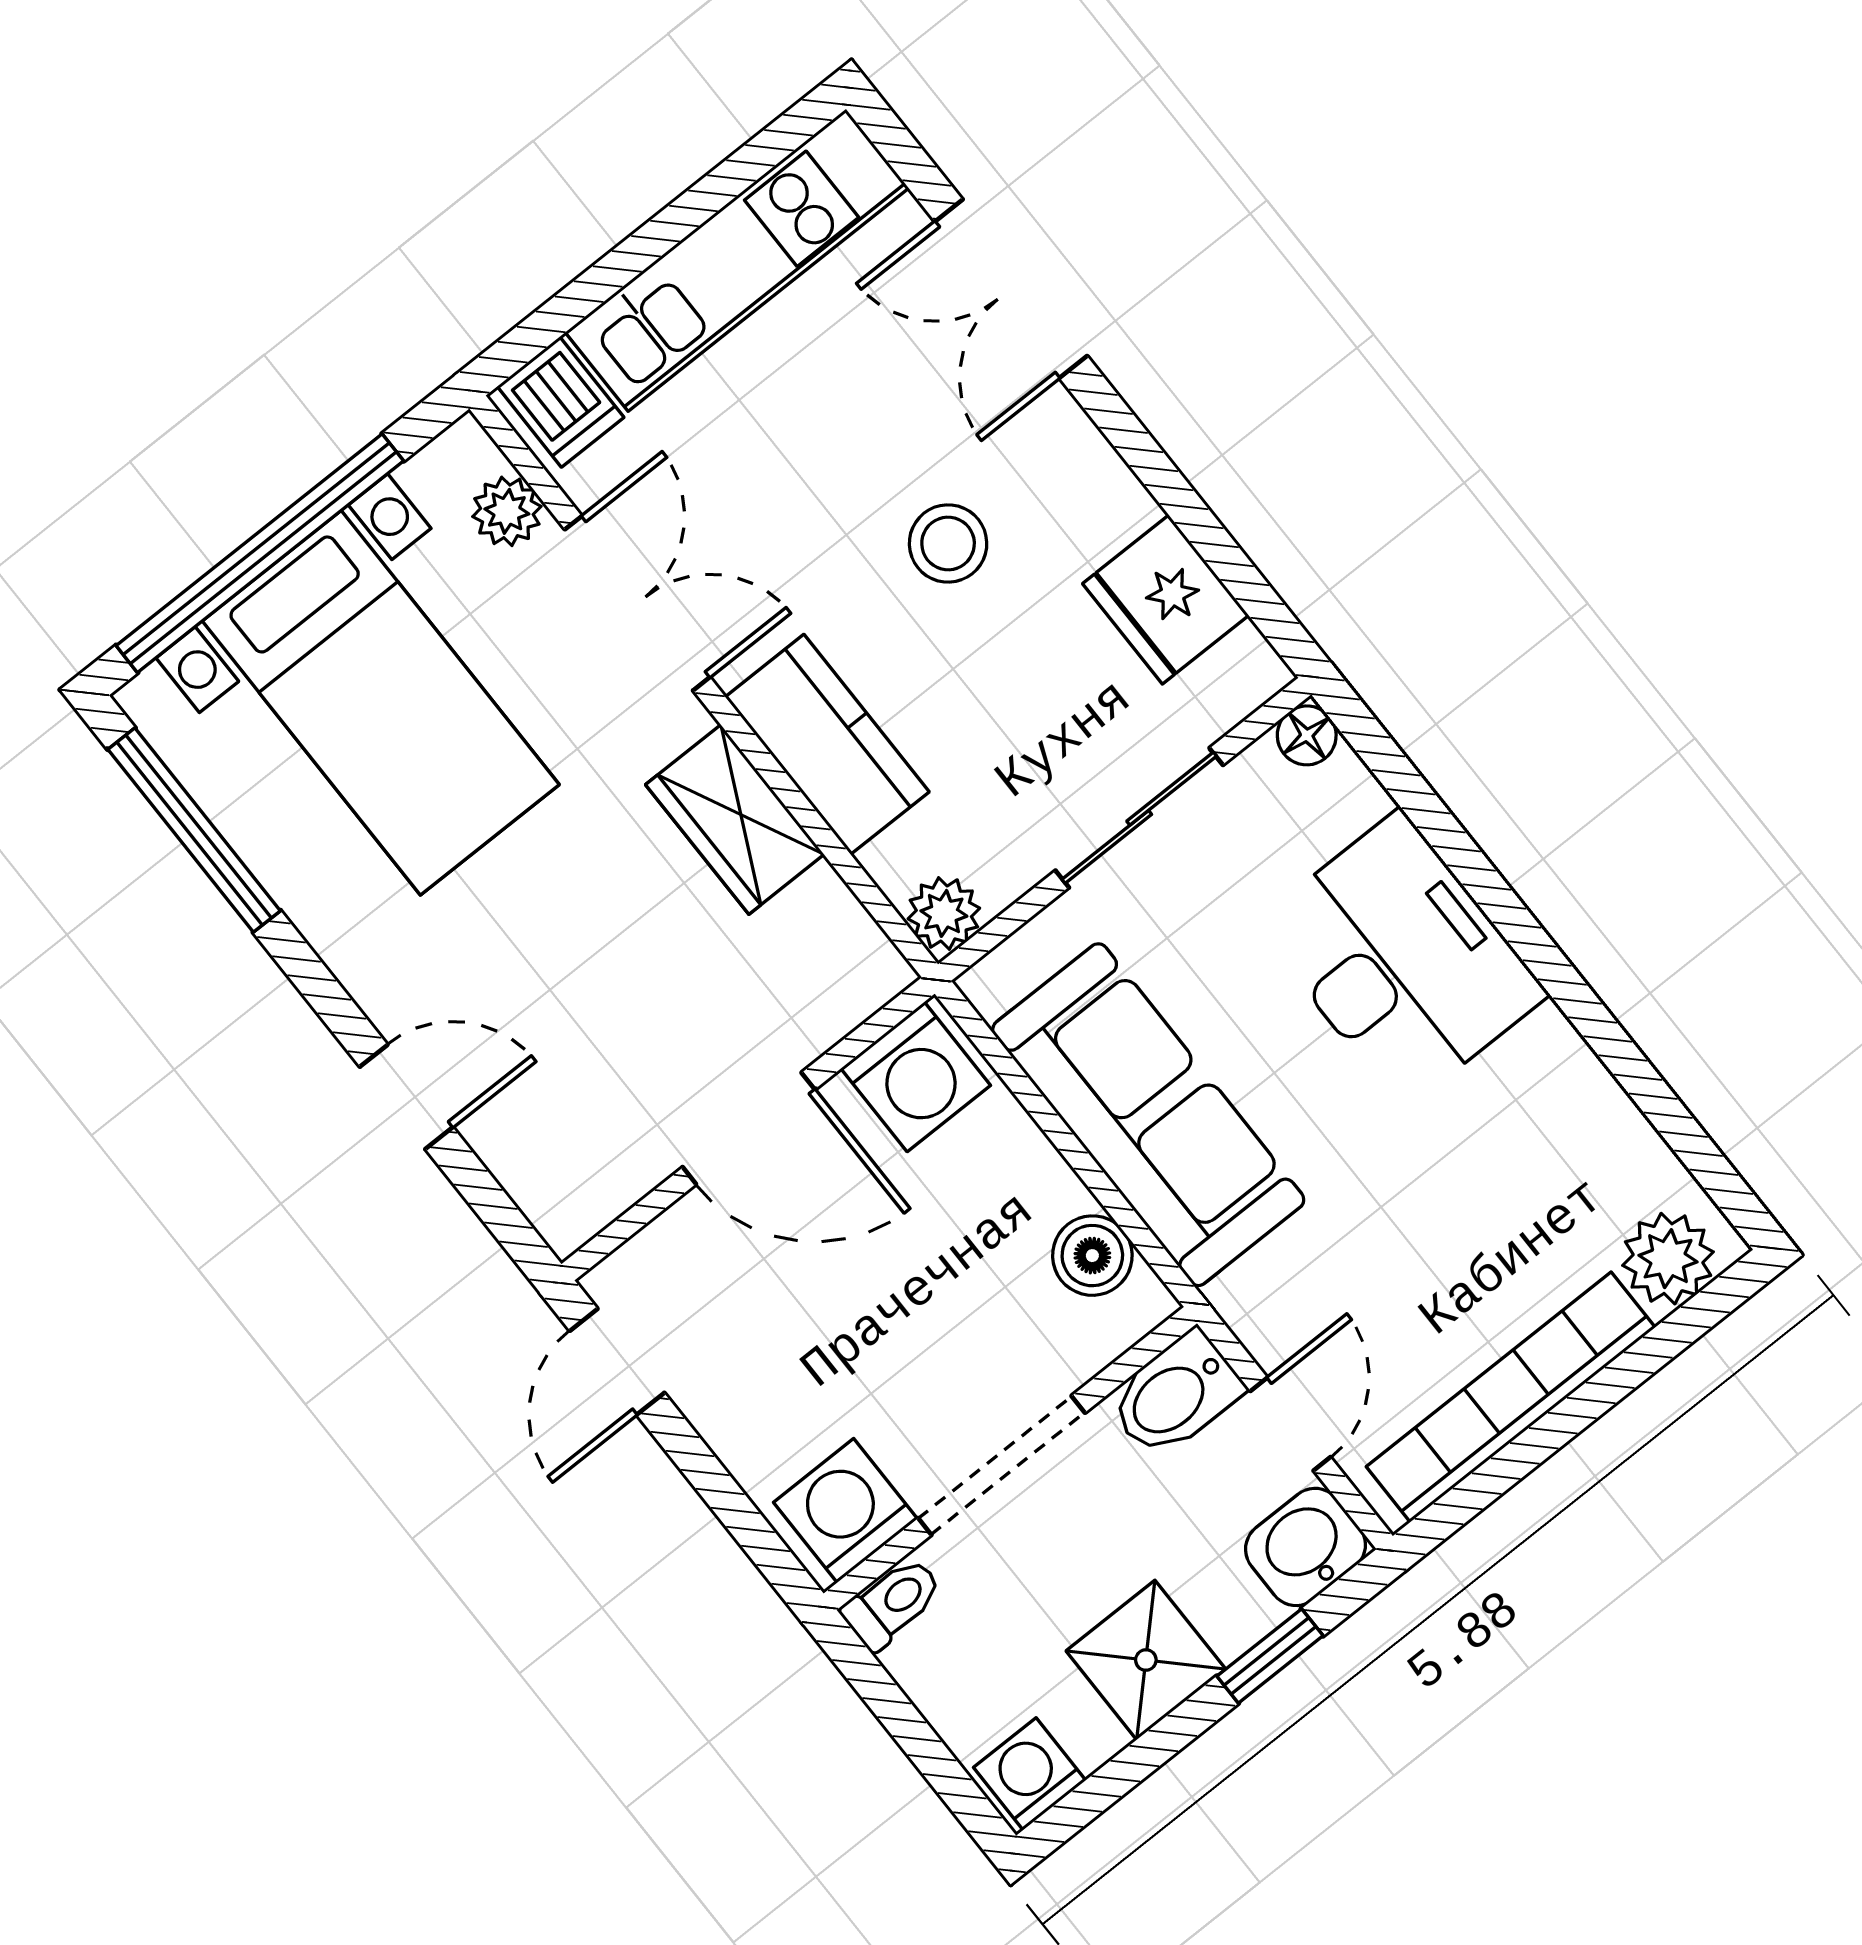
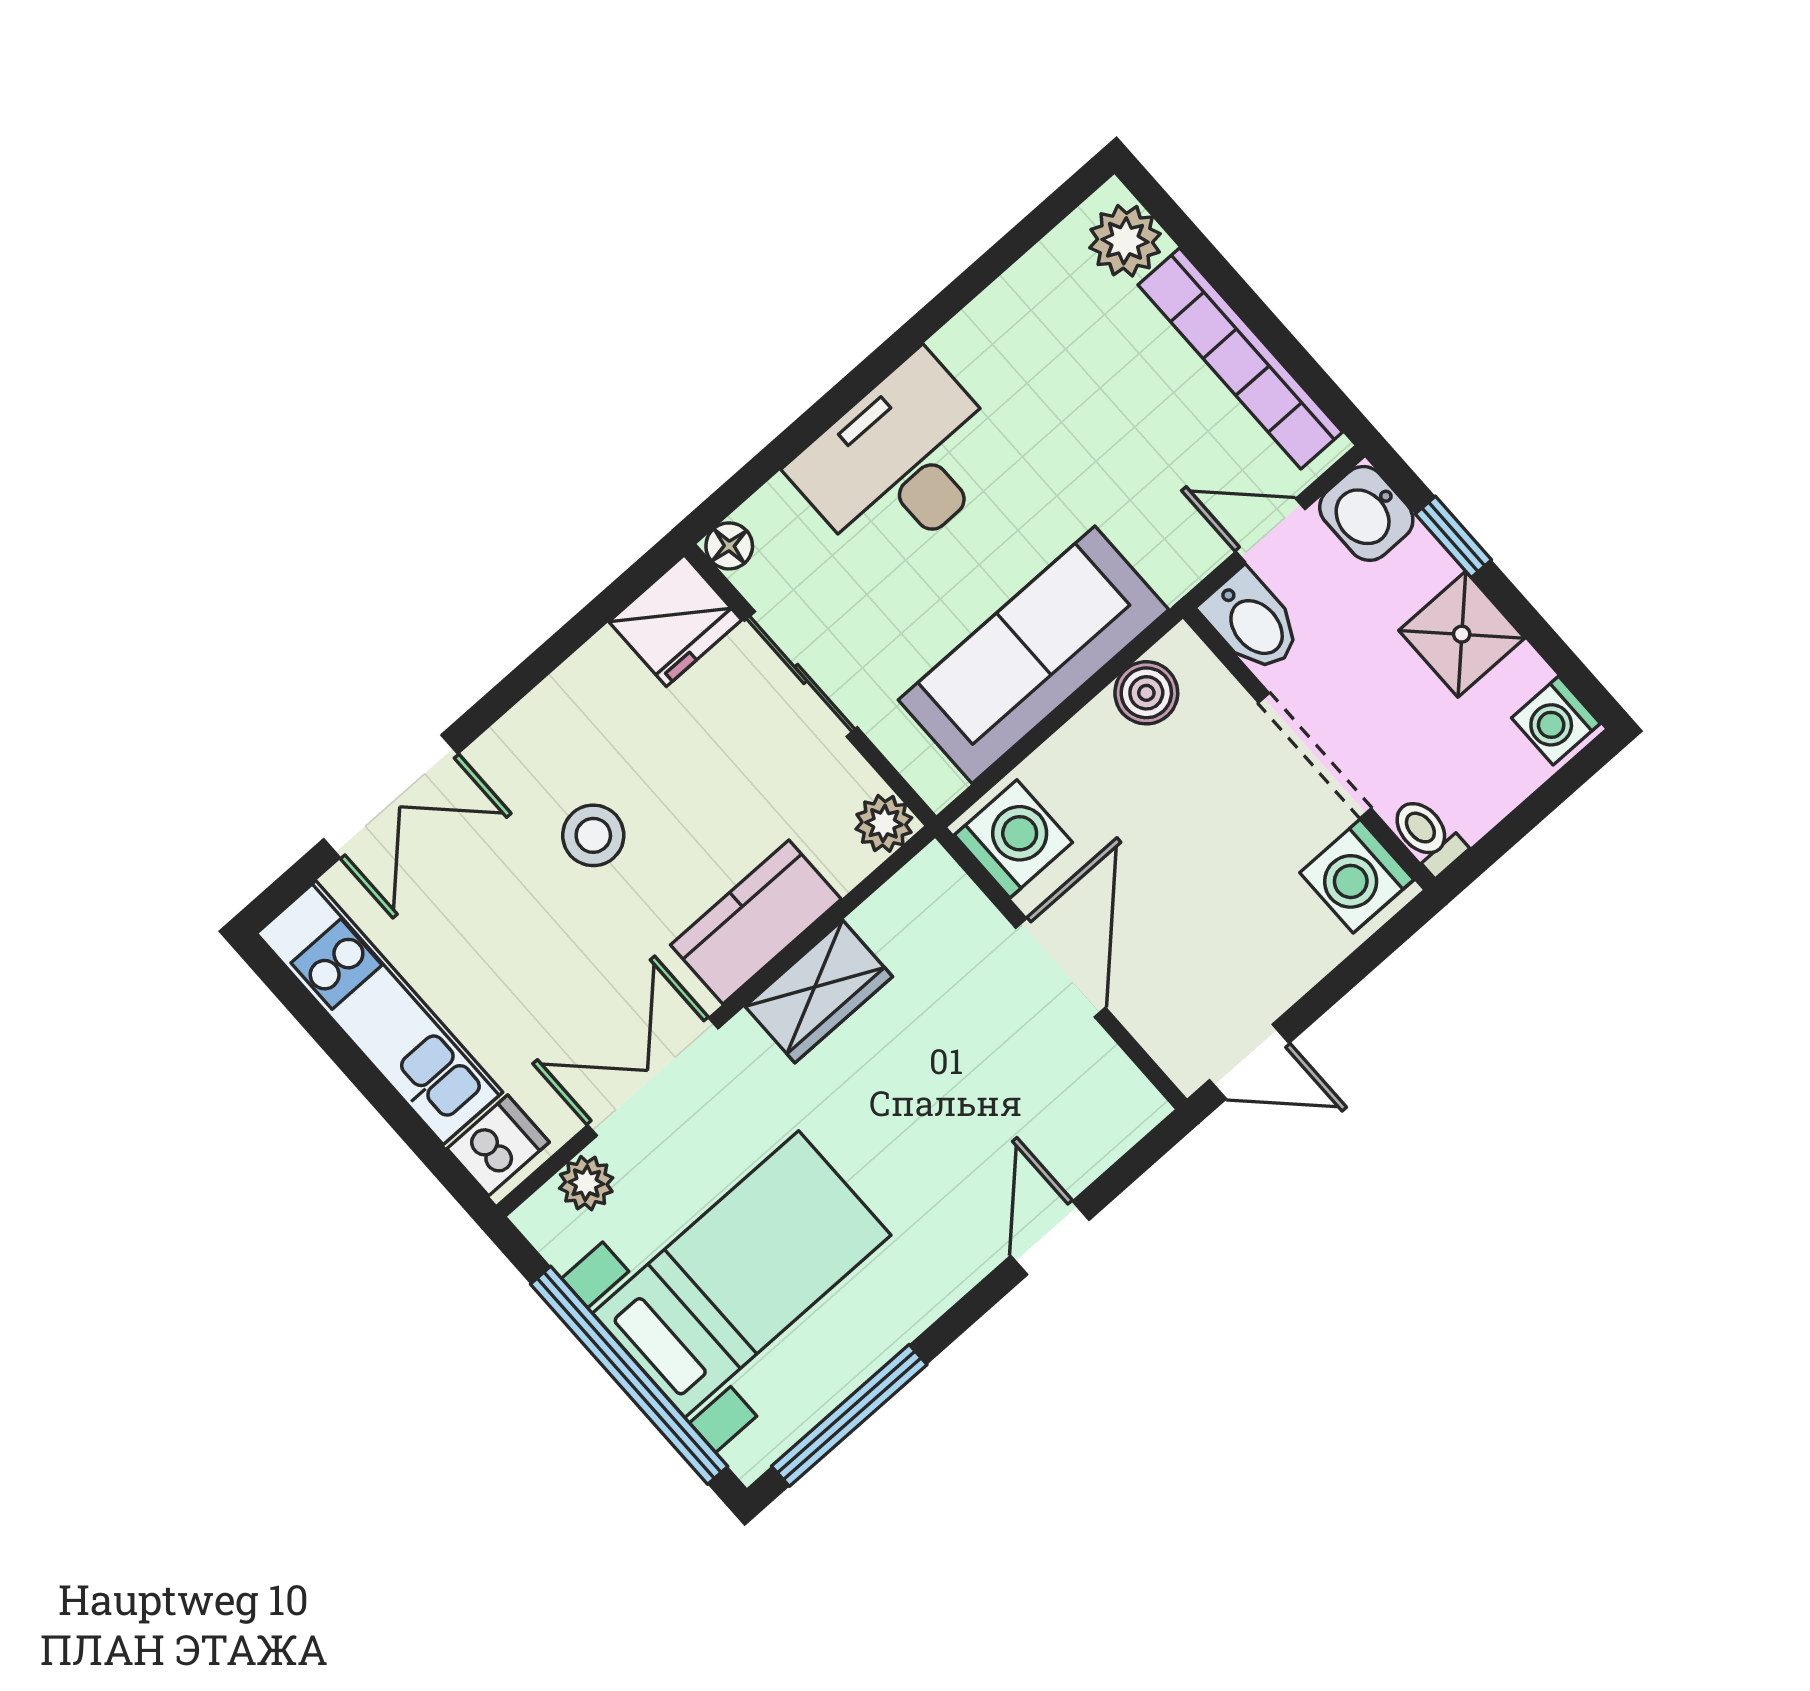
fridge: (1166, 599) -> (675, 621), moved

